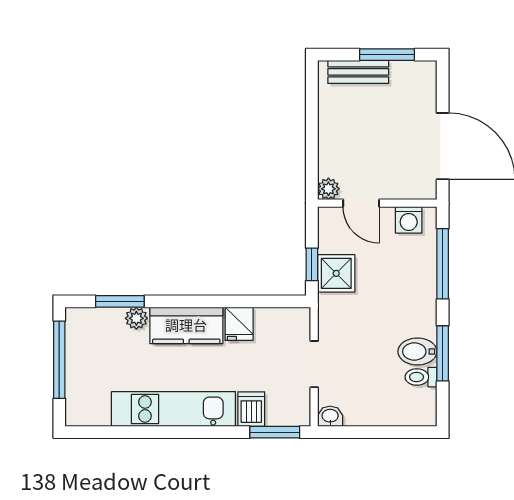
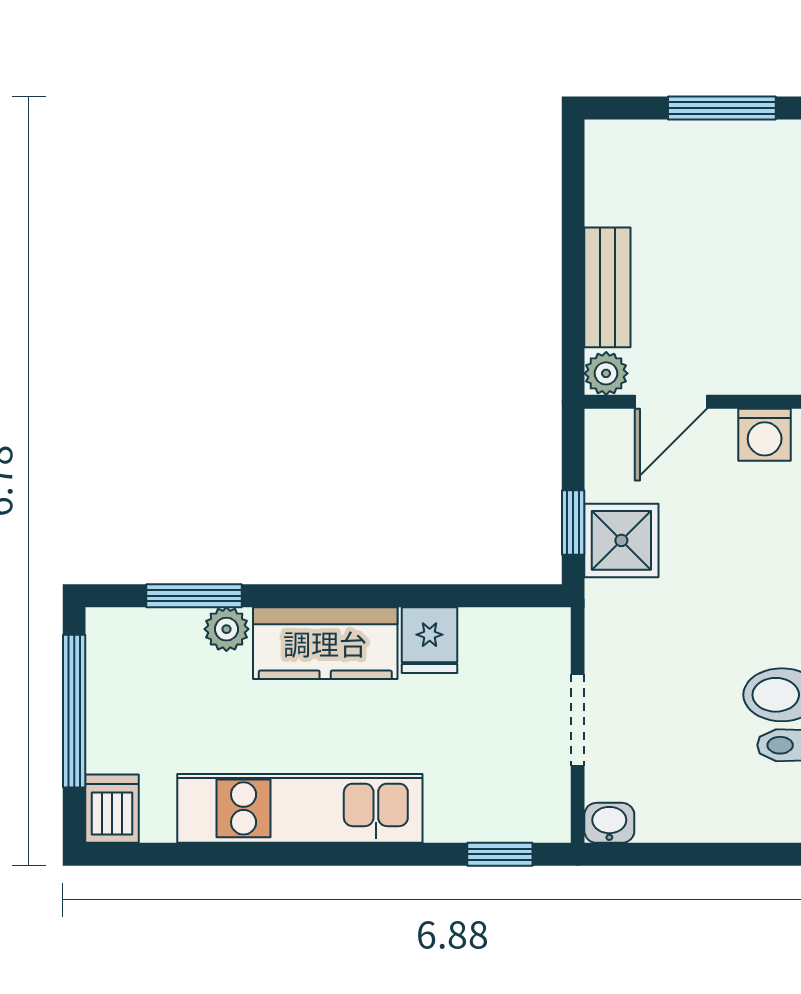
bench: (358, 72) -> (607, 287), moved, turned 90
door: (361, 203) -> (671, 402), hinge flipped
dishwasher: (251, 409) -> (112, 809), moved
window: (275, 432) -> (500, 854), width x0.67

